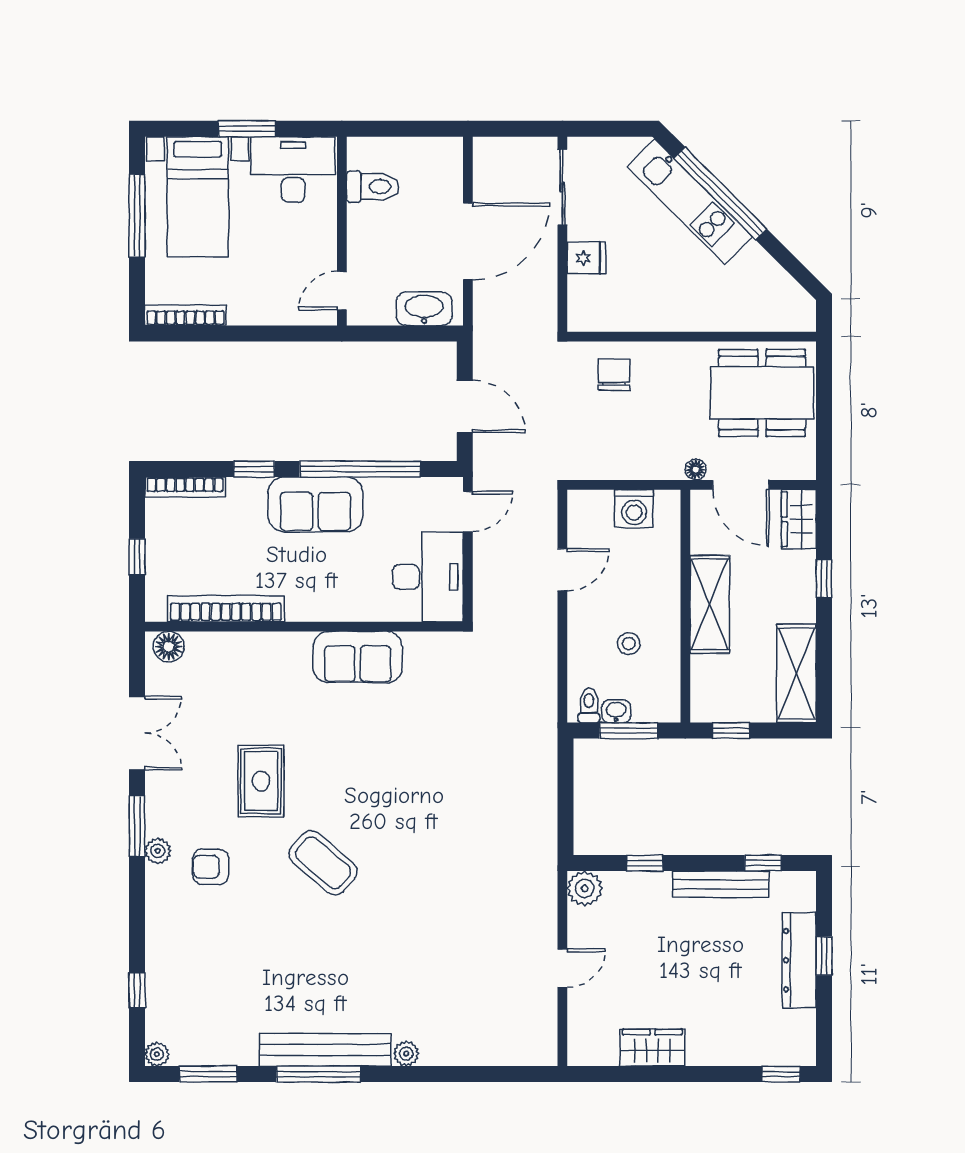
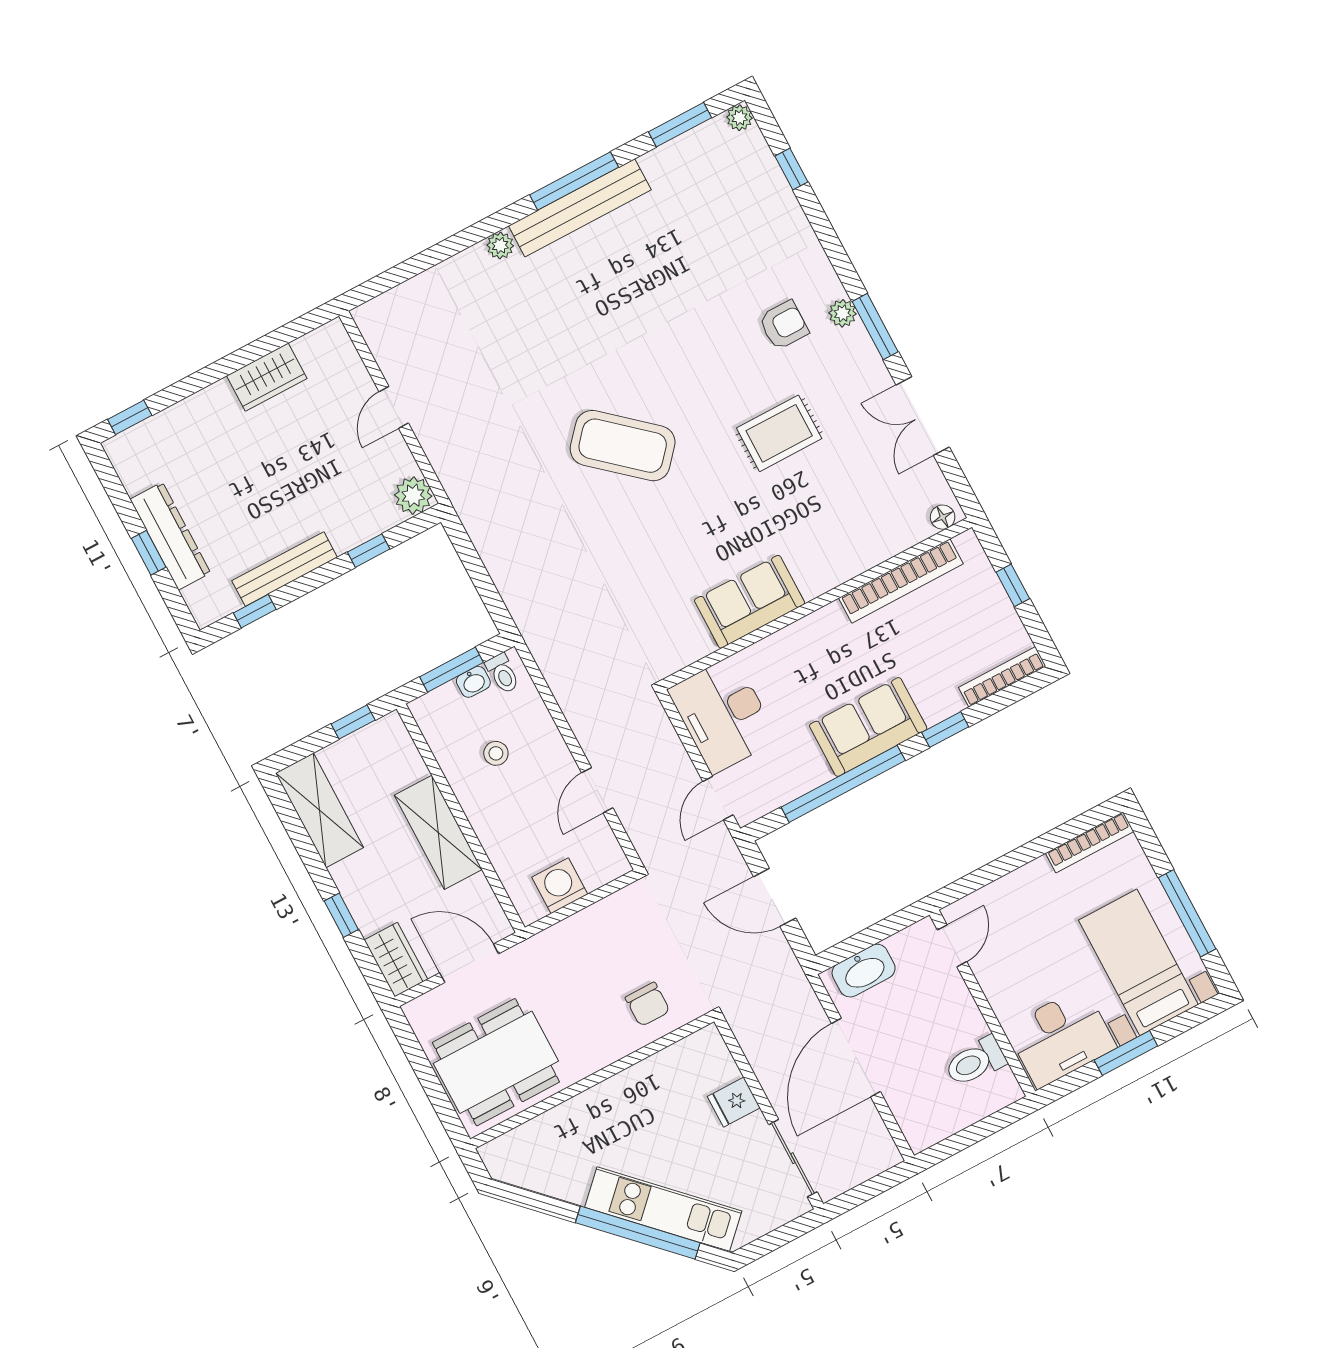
floor lamp: (696, 470) -> (521, 955), removed
floor lamp: (169, 647) -> (943, 517), width x0.73, depth x0.73
rug: (261, 781) -> (779, 433), turned 90
coffee table: (323, 863) -> (623, 446), moved, width x1.36, depth x1.32

